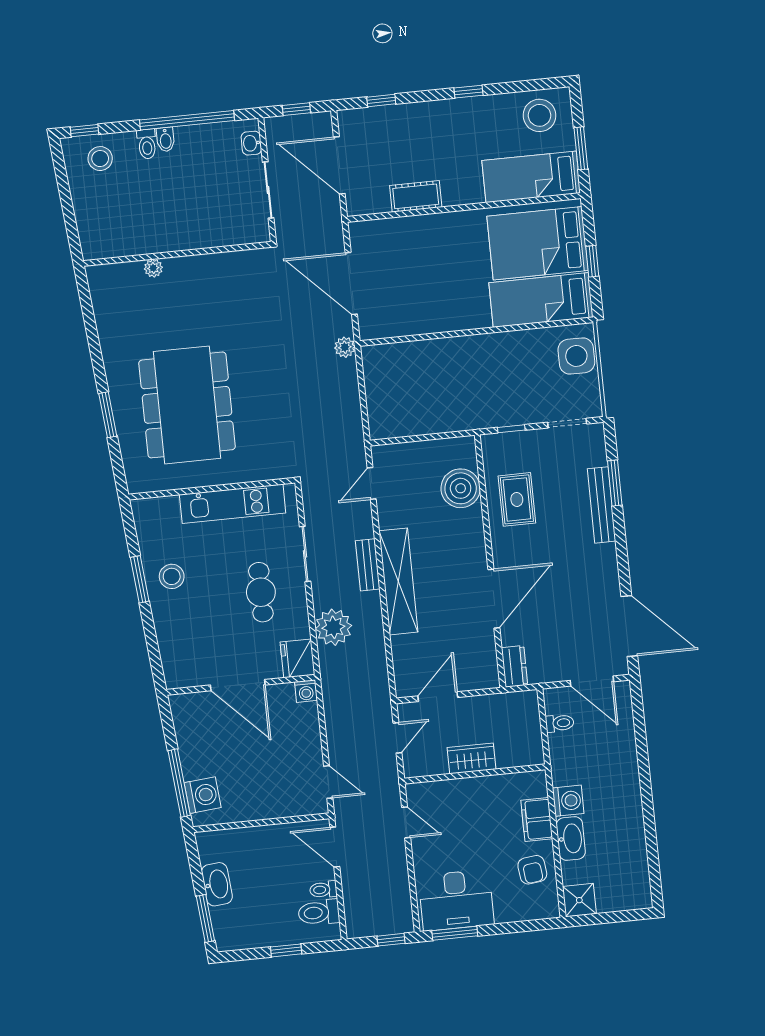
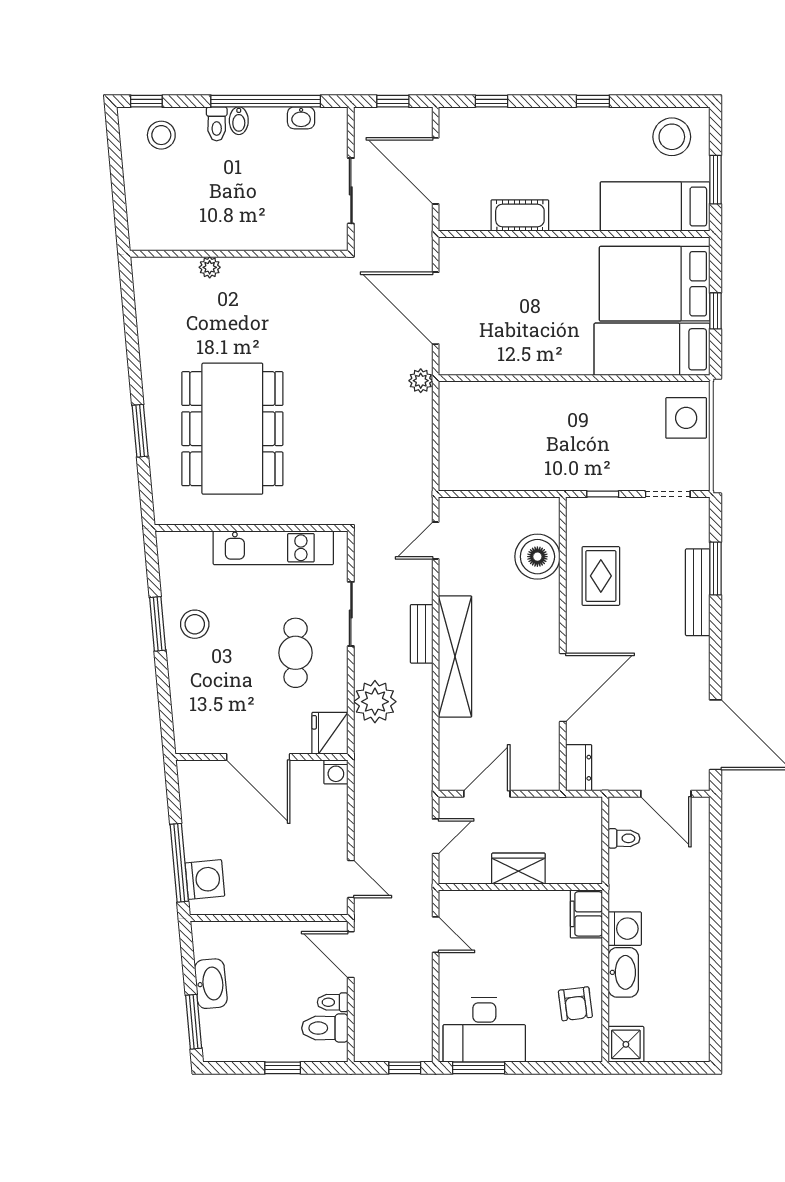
washbasin: (251, 143) -> (301, 118), moved, turned -90
filing cabinet: (537, 819) -> (586, 914), moved

